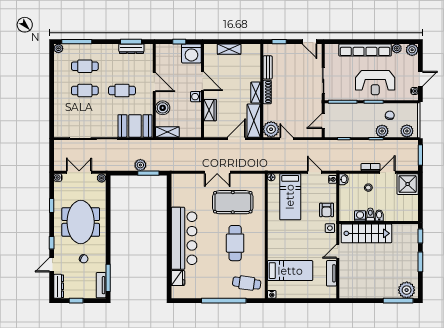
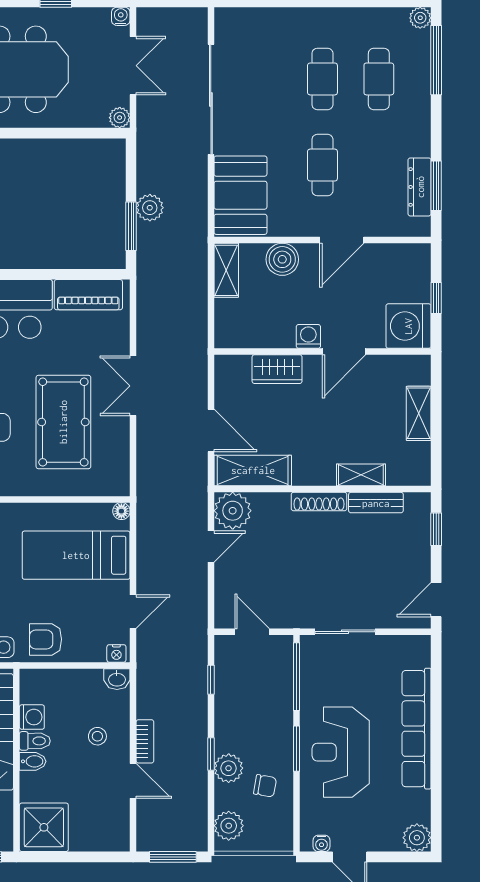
plant: (397, 48) -> (420, 802), removed
shelving: (256, 93) -> (361, 475), moved
shower: (408, 184) -> (44, 827), moved
piano: (178, 192) -> (88, 295), added

